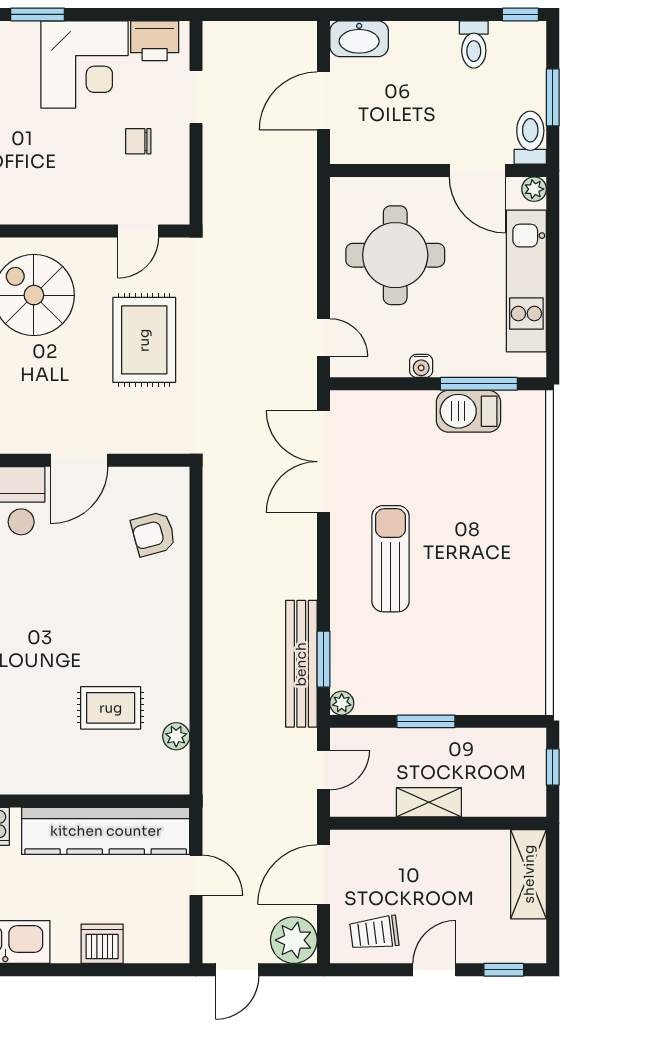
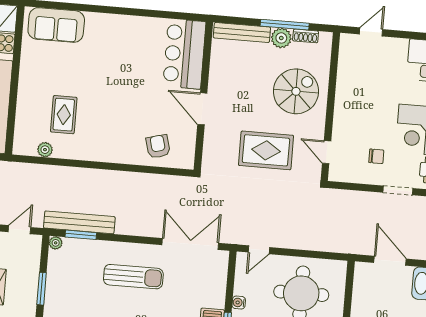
chair: (138, 141) -> (376, 156), turned 90
door: (323, 770) -> (19, 230), swing flipped

